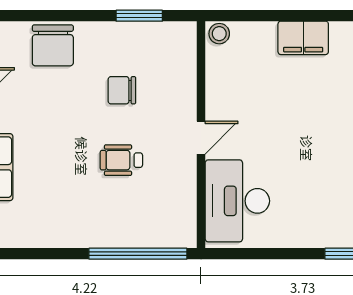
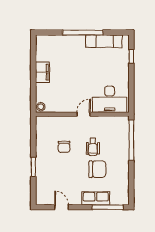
window: (139, 16) -> (33, 167), moved
chair: (53, 45) -> (97, 169), moved
door: (201, 138) -> (84, 114), hinge flipped

